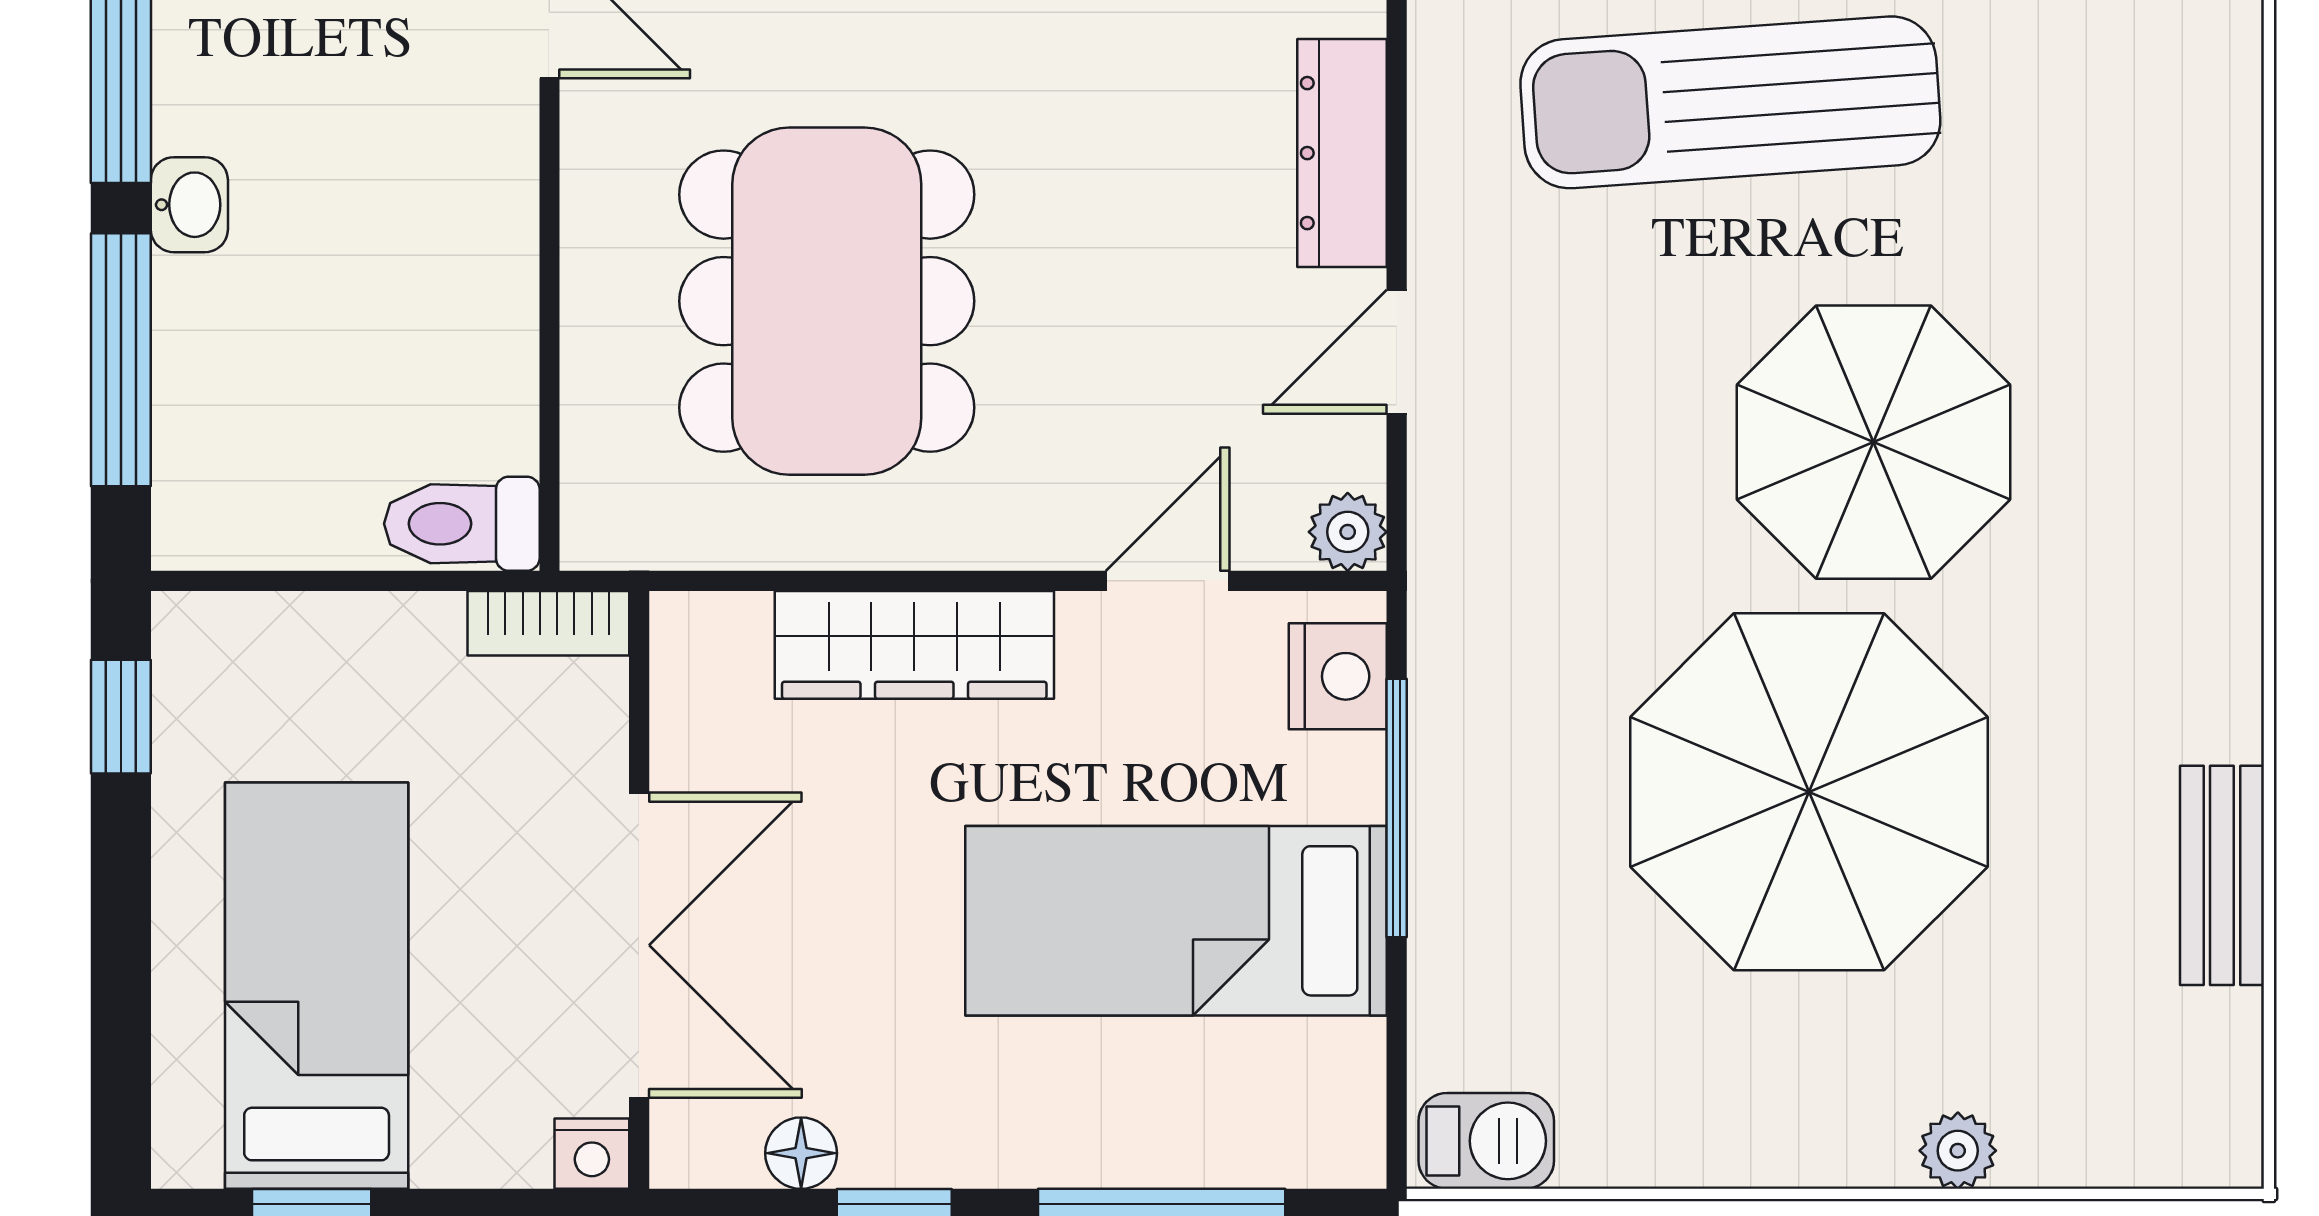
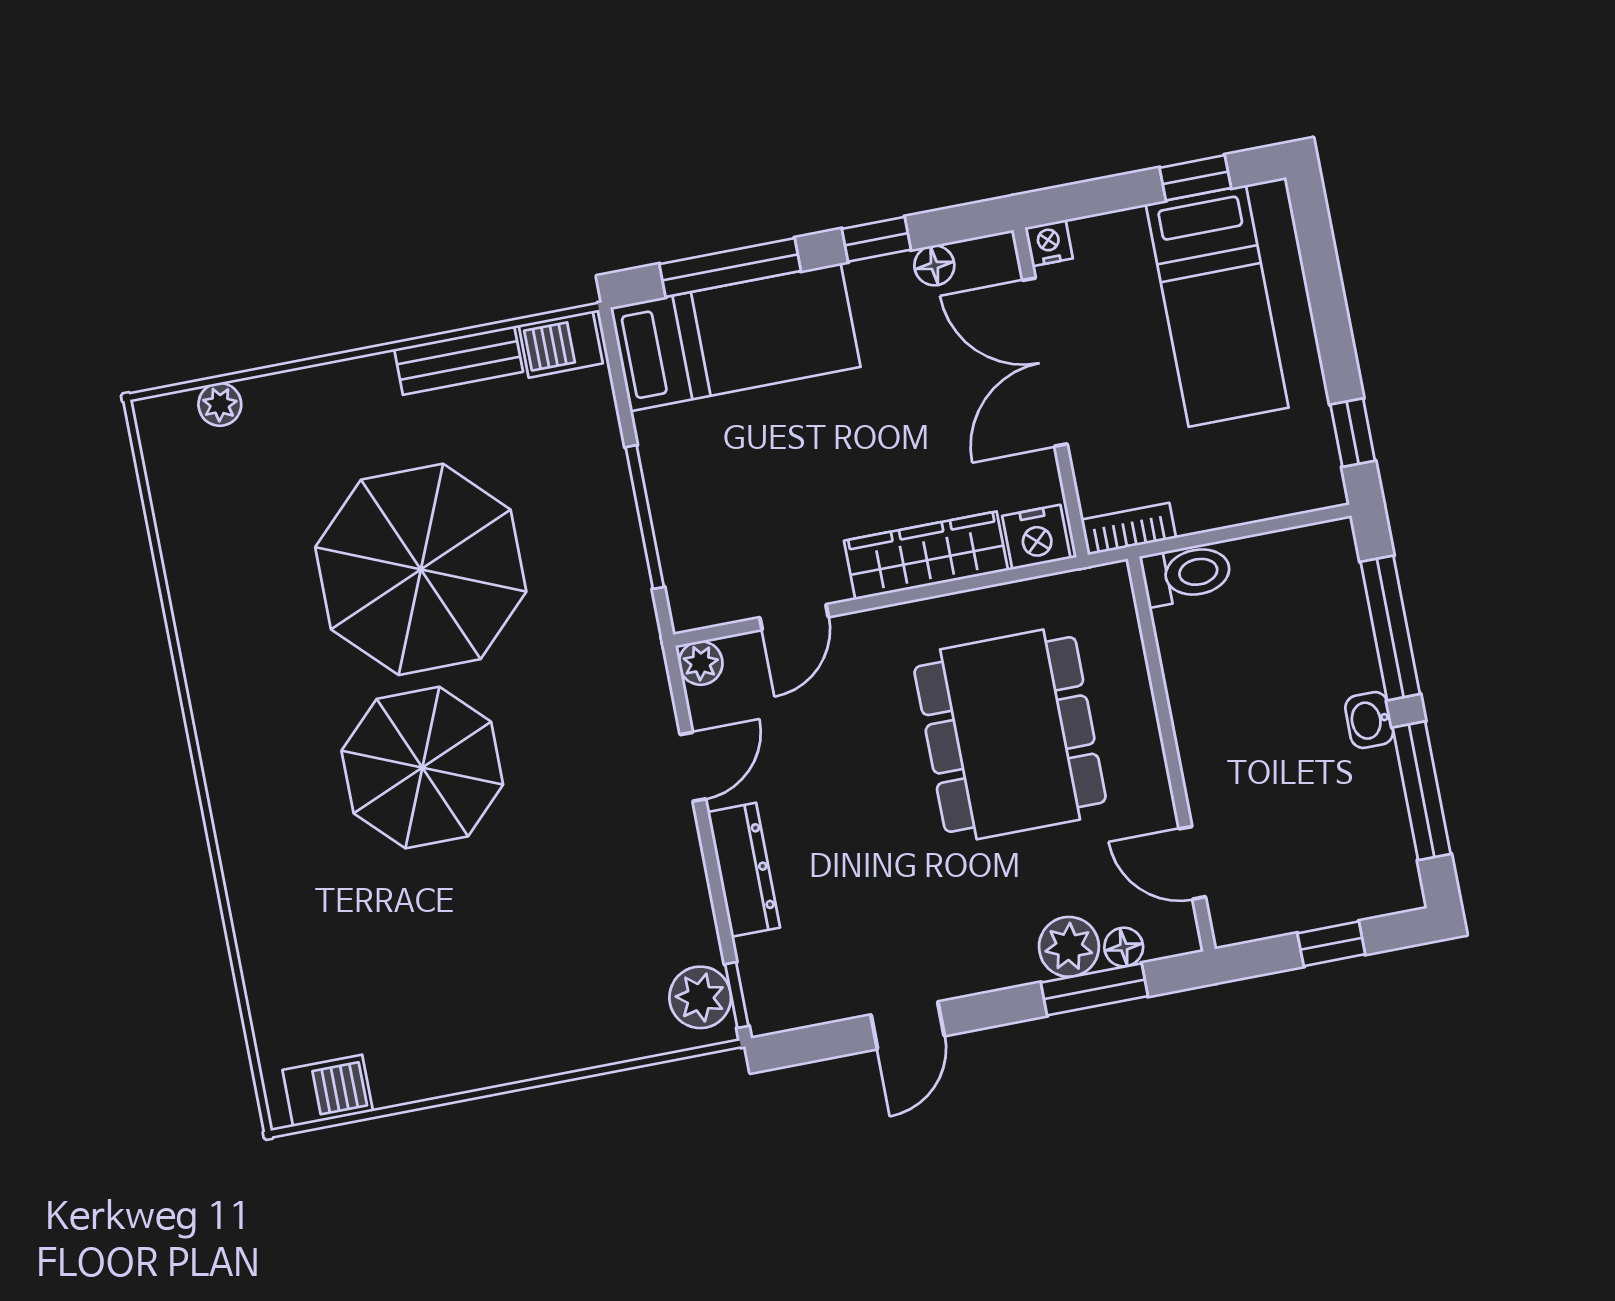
sun lounger: (1730, 102) -> (537, 938), removed
nightstand: (1338, 676) -> (1036, 537), moved, turned -90
bench: (2222, 875) -> (459, 360), moved, turned 90
bed: (1176, 921) -> (735, 337), moved
plant: (1958, 1151) -> (220, 404), moved

